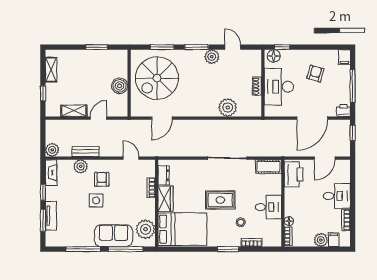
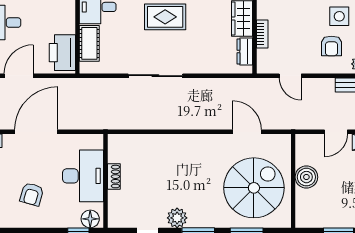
plant: (228, 108) -> (155, 147), removed
door: (162, 118) -> (247, 132), hinge flipped
cot: (268, 167) -> (89, 43), moved, turned 90

